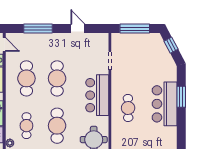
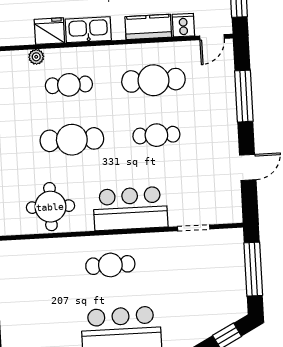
cafe table: (57, 78) -> (156, 135), width x0.73, depth x0.74

